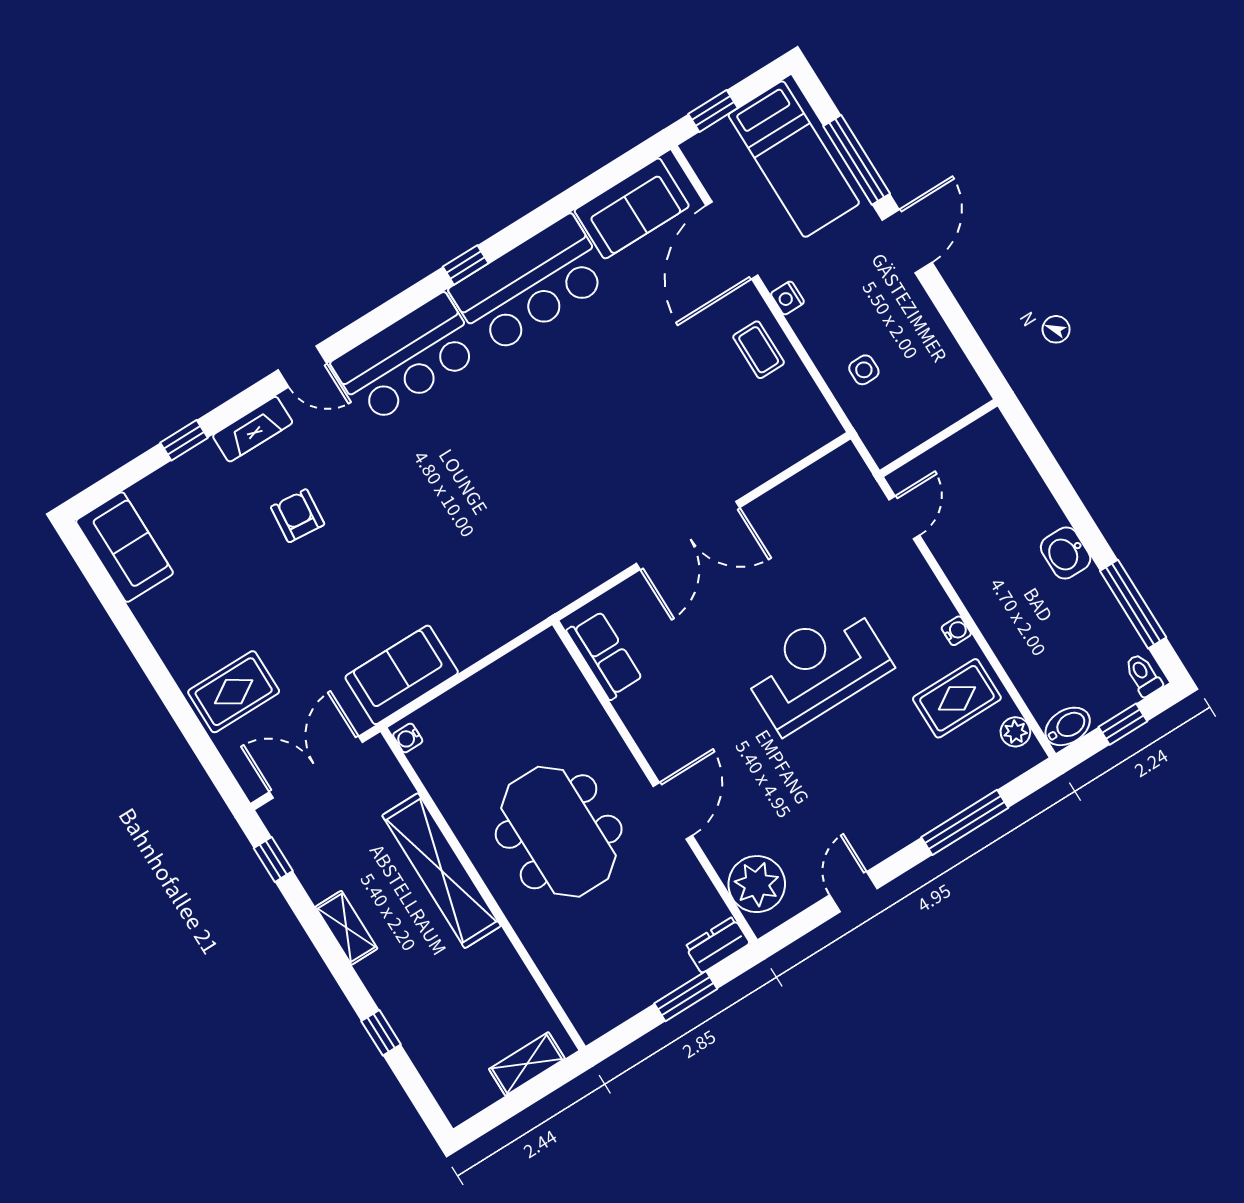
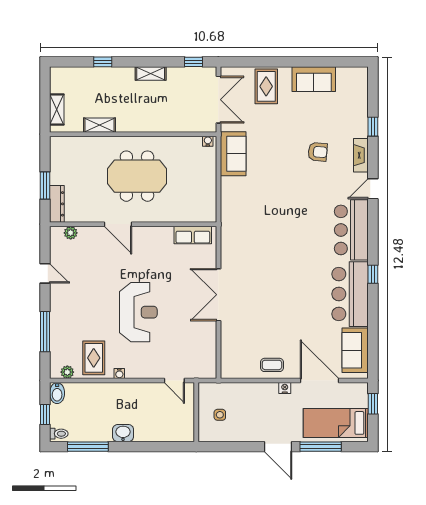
side table: (864, 370) -> (220, 415), moved
sofa: (124, 547) -> (314, 79), moved
shelving: (441, 871) -> (100, 125), moved, width x0.45, depth x0.75
plant: (757, 884) -> (71, 233), width x0.53, depth x0.53
dresser: (717, 945) -> (57, 204), width x1.44

